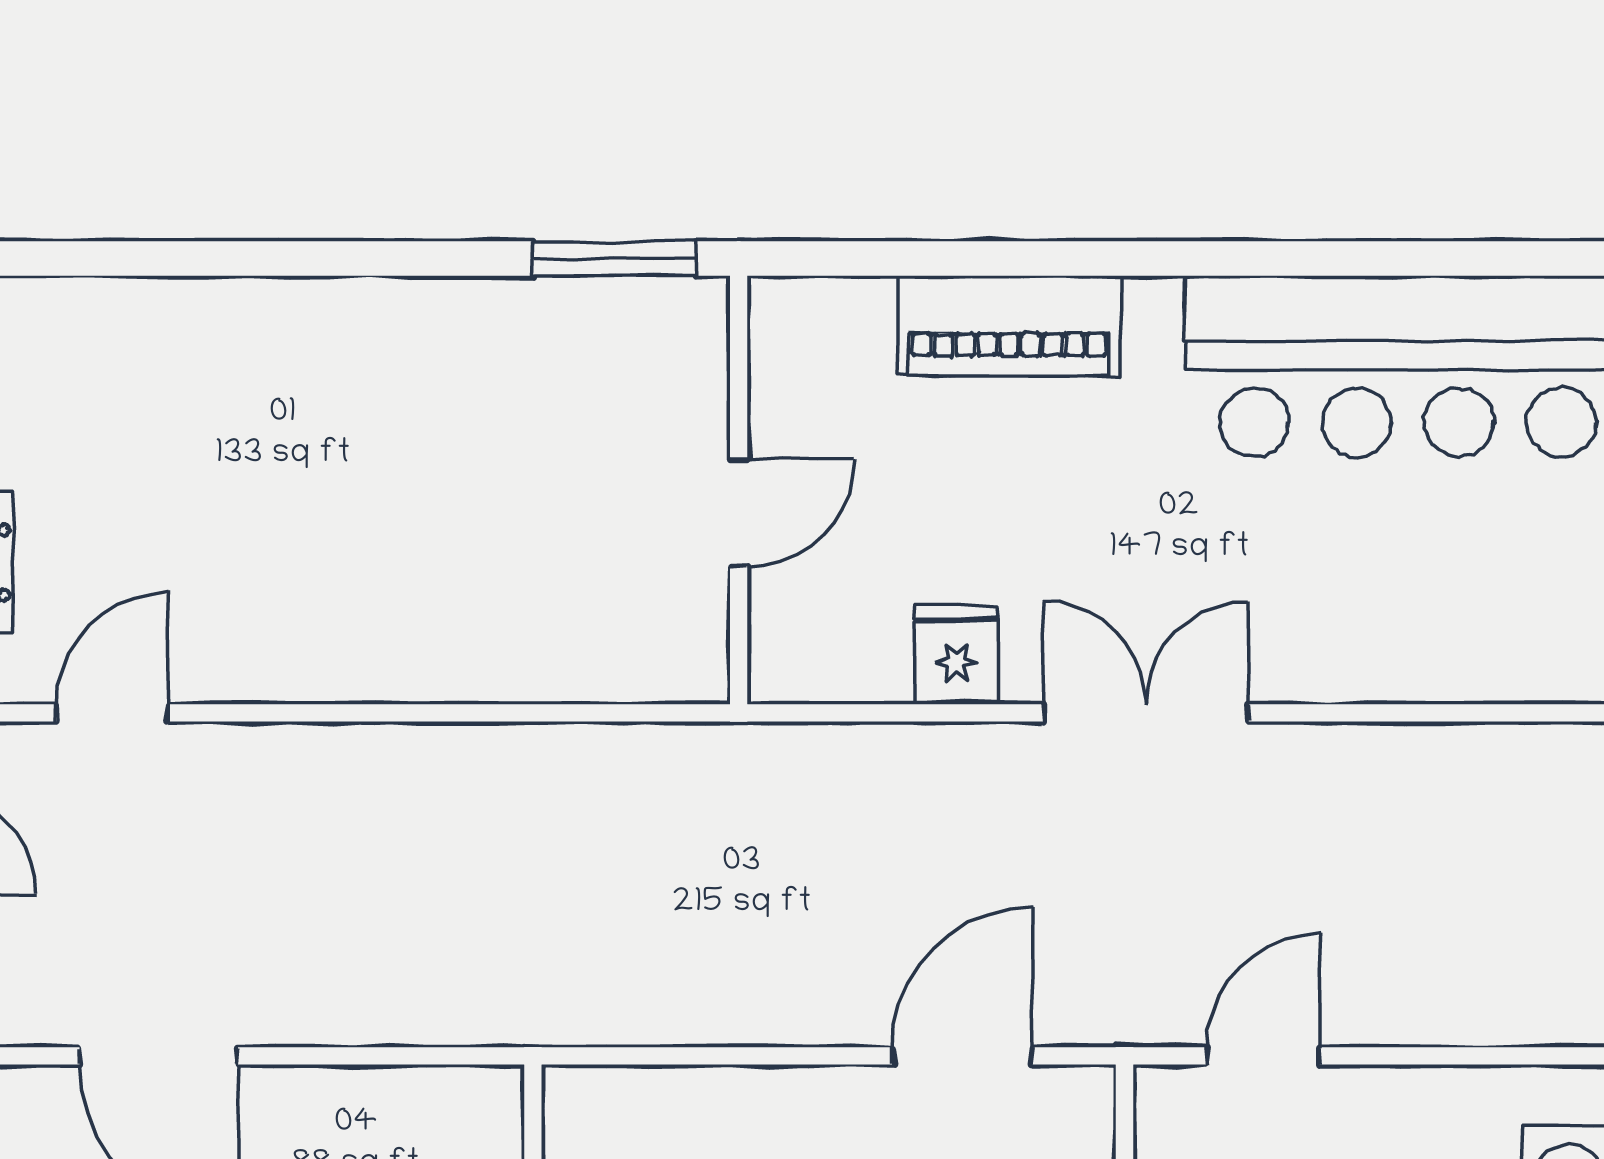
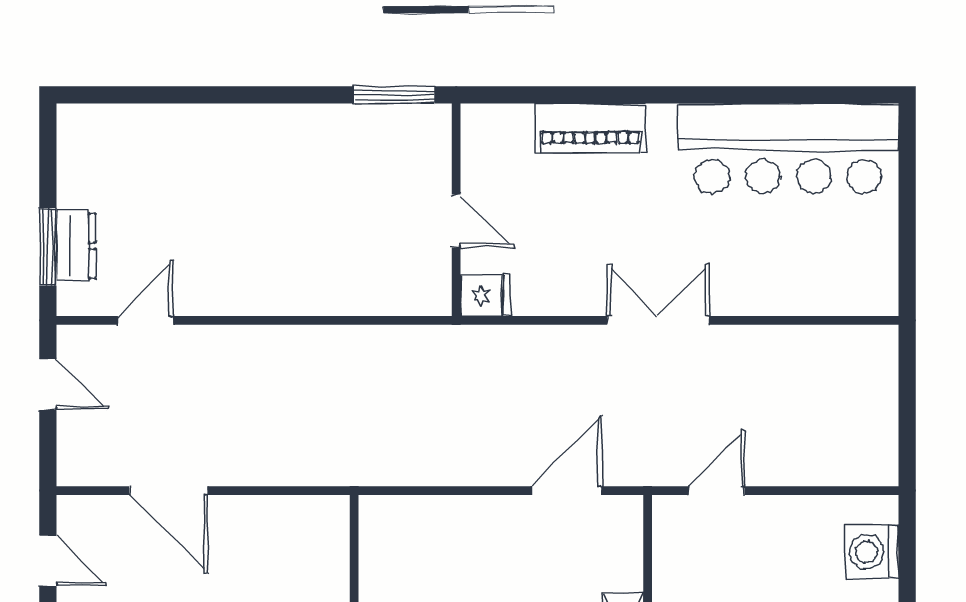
door: (739, 513) -> (456, 221), hinge flipped
fridge: (956, 655) -> (485, 295), moved, turned 90

